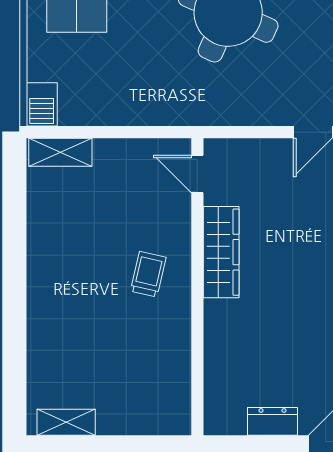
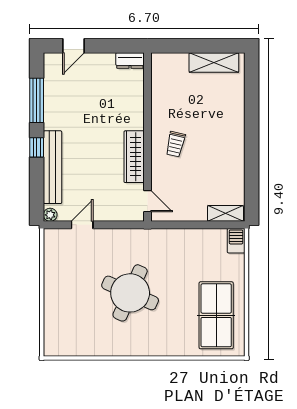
dresser: (272, 421) -> (130, 61), moved
shelving: (66, 422) -> (214, 62), width x1.50, depth x1.33

